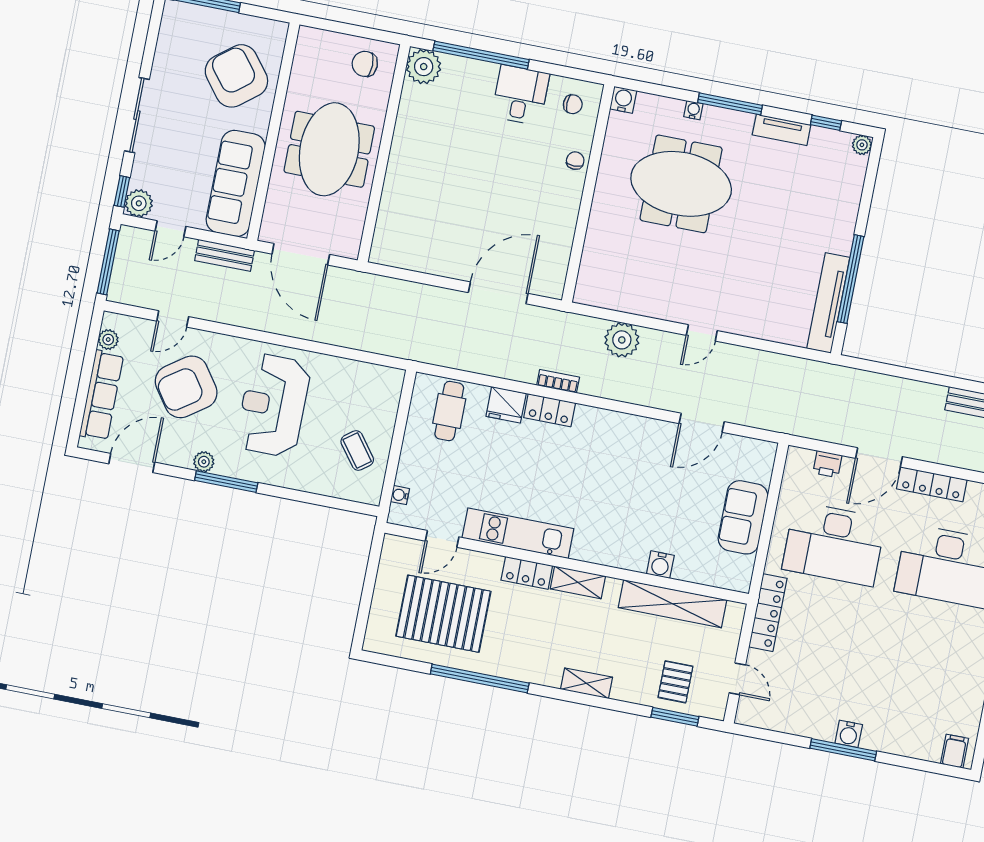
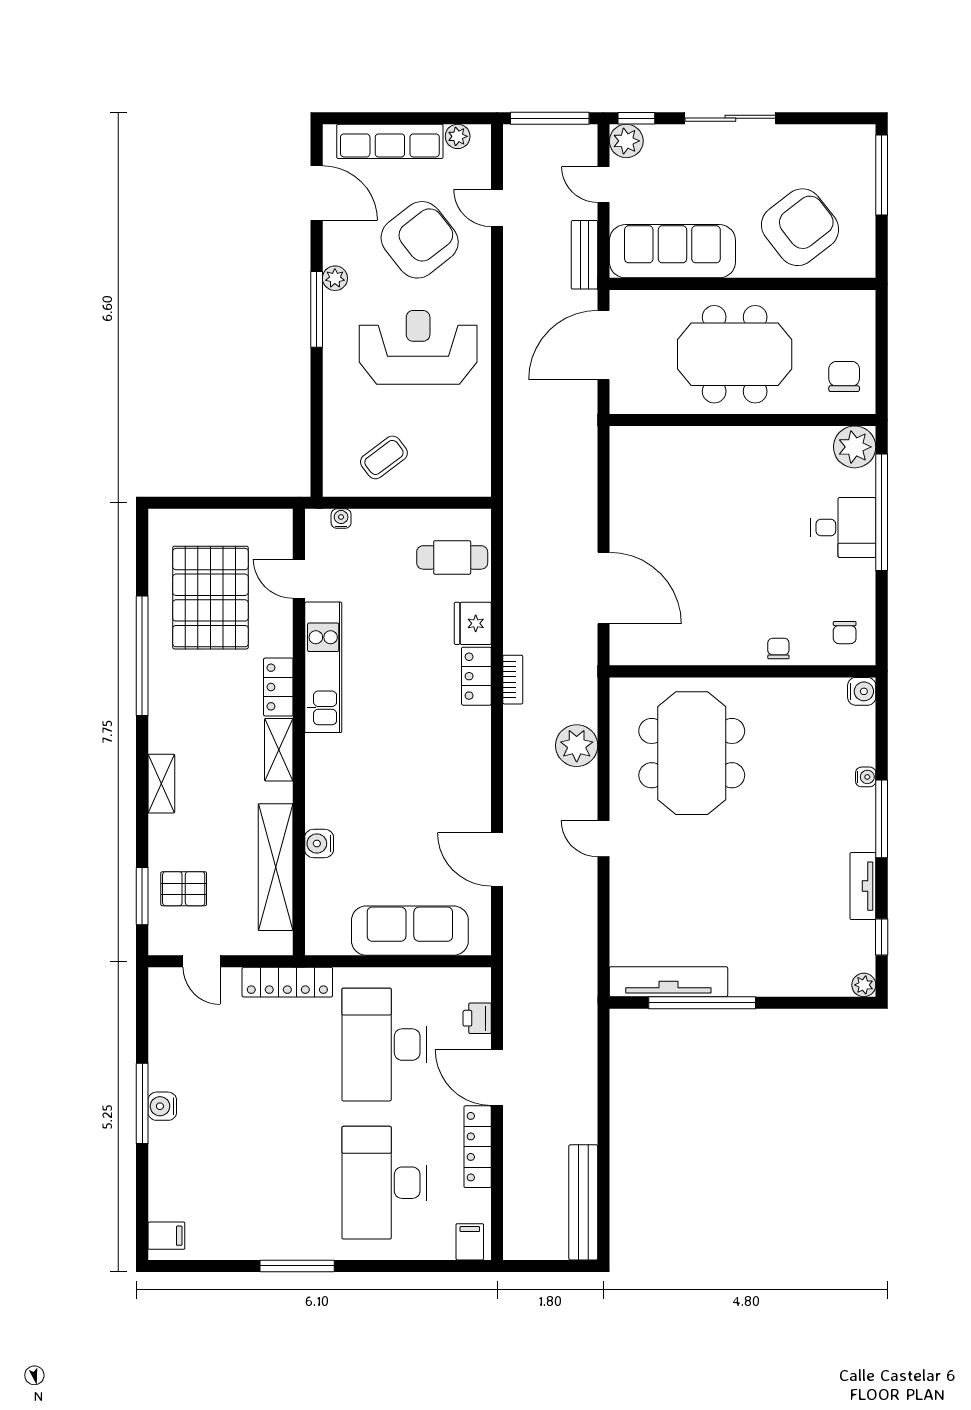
desk: (520, 95) -> (843, 527), moved
chair: (575, 161) -> (778, 648), turned -90
meeting table: (681, 184) -> (692, 753), moved
armchair: (186, 387) -> (420, 240), turned 87
sofa: (743, 517) -> (410, 931), width x1.36
door: (737, 679) -> (202, 961), hinge flipped

